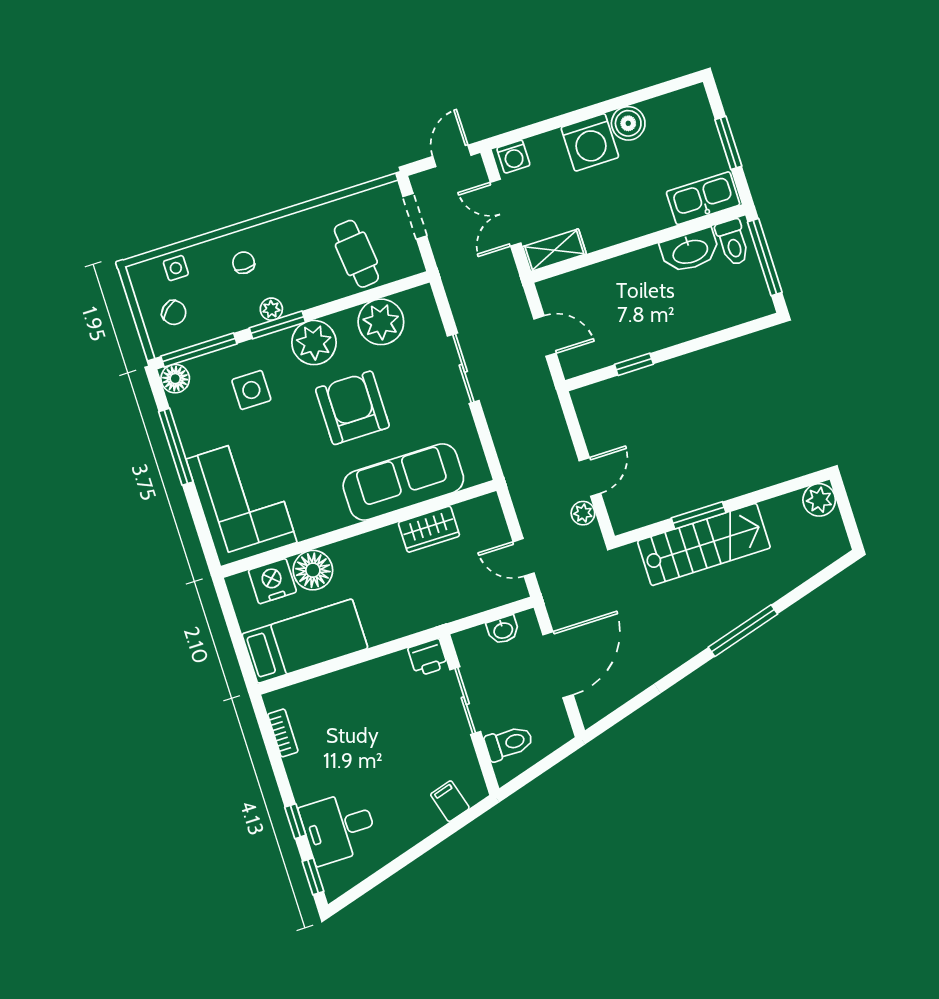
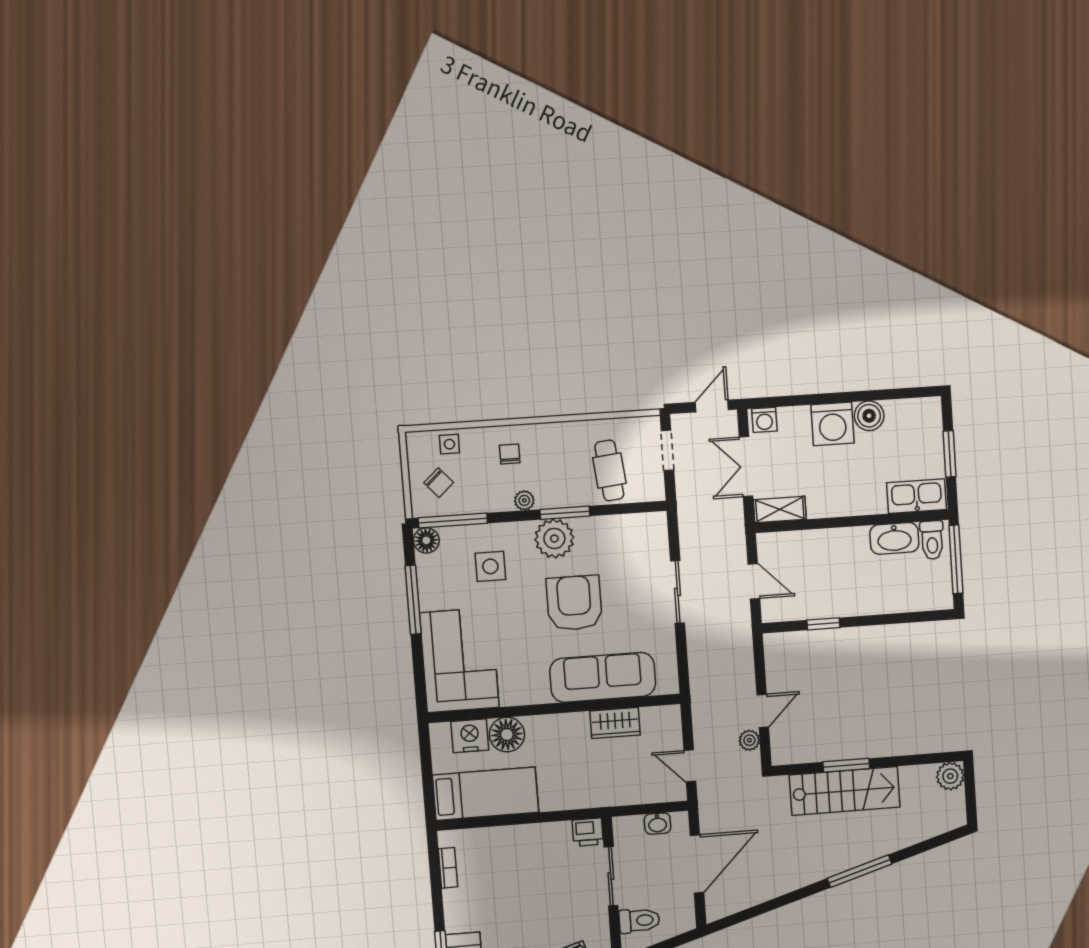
plant: (381, 322) -> (616, 535), removed
window: (277, 325) -> (565, 513), moved

